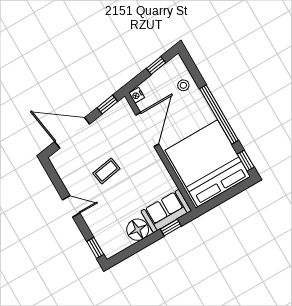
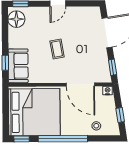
coffee table: (106, 171) -> (57, 49), moved
floor lamp: (138, 230) -> (16, 19), moved

